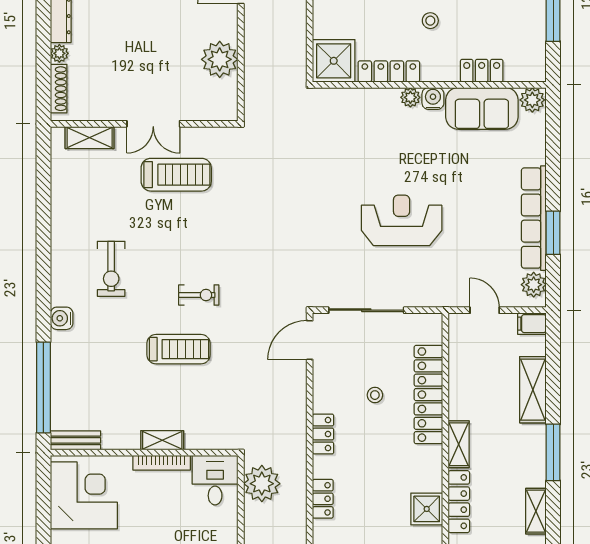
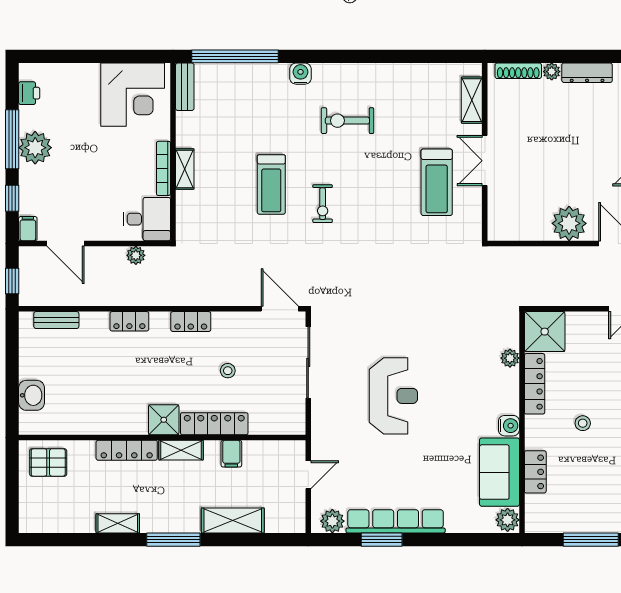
plant: (220, 59) -> (569, 223), moved
plant: (410, 97) -> (510, 358), moved
filing cabinet: (532, 324) -> (231, 454), moved, turned 180
locker: (428, 395) -> (214, 424), width x0.71, depth x0.83
plant: (262, 484) -> (136, 255), width x0.53, depth x0.53
shower: (427, 509) -> (164, 420), moved

